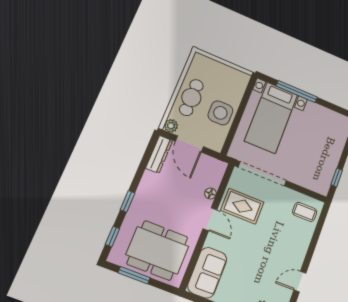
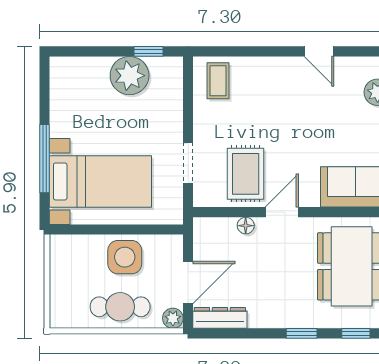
plant: (327, 161) -> (130, 76), added
doorway: (262, 174) -> (188, 163), width x0.53

